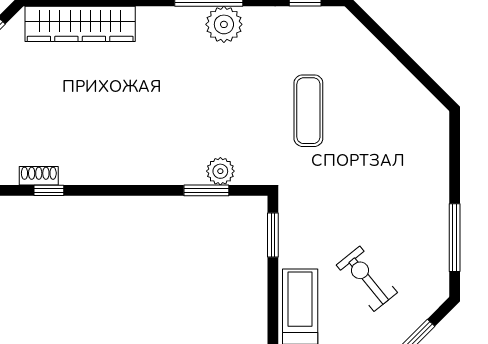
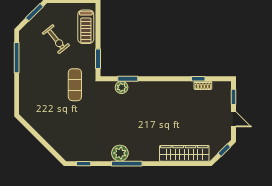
exercise mat: (308, 111) -> (75, 85), moved

